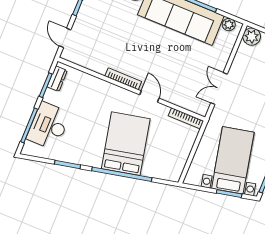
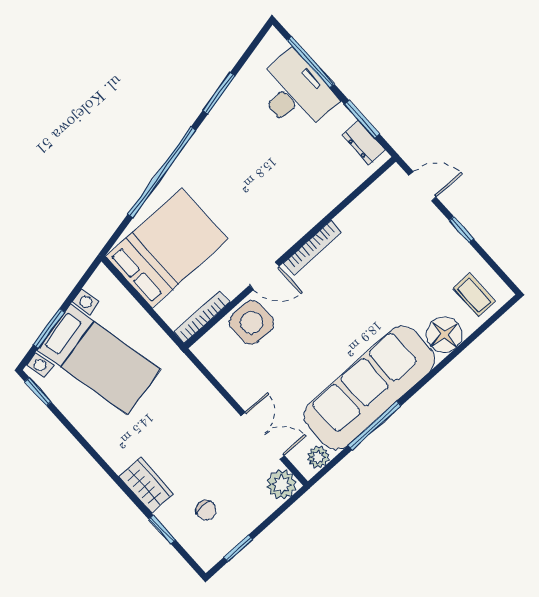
double door: (219, 88) -> (263, 436), moved
side table: (176, 92) -> (252, 322), added
bed: (126, 144) -> (167, 248), moved, turned -78

